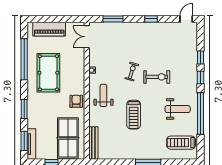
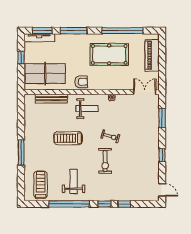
window: (24, 109) -> (74, 31), width x1.44
weight bench: (178, 109) -> (74, 181), turned 180
bench: (93, 143) -> (51, 99), moved

